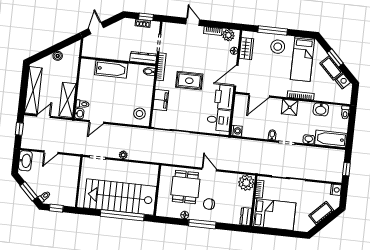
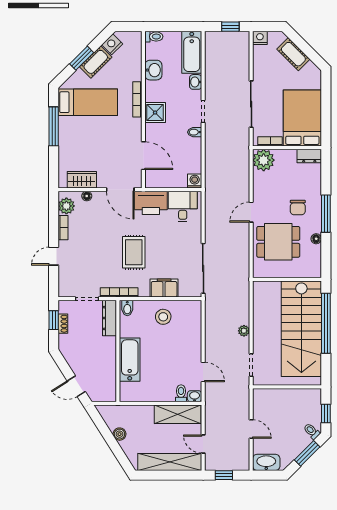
window: (273, 31) -> (54, 126), moved
stool: (278, 47) -> (75, 138), removed
stool: (139, 114) -> (163, 317), moved

